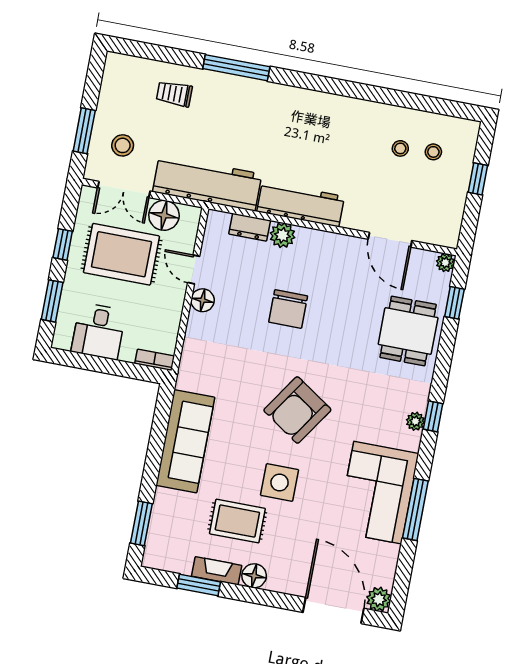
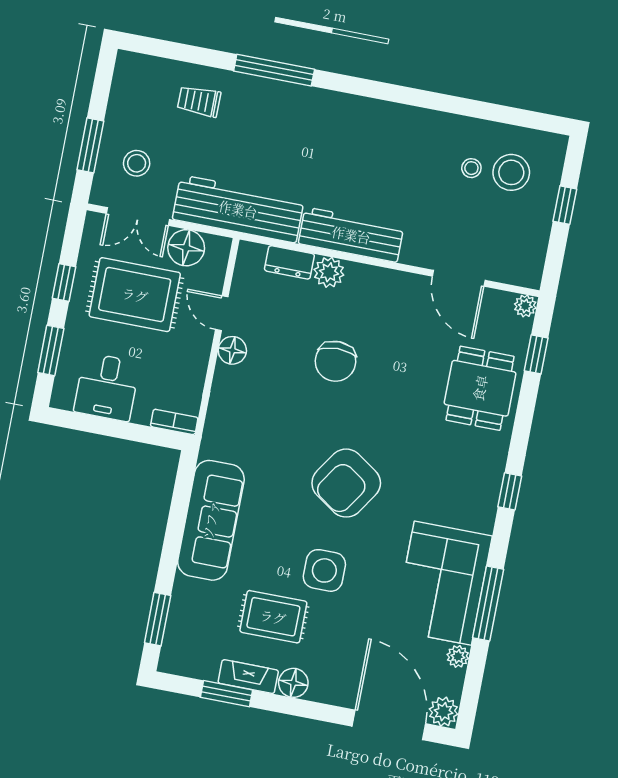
stool: (433, 152) -> (511, 172), width x1.89, depth x1.89
plant: (415, 421) -> (458, 656), moved

